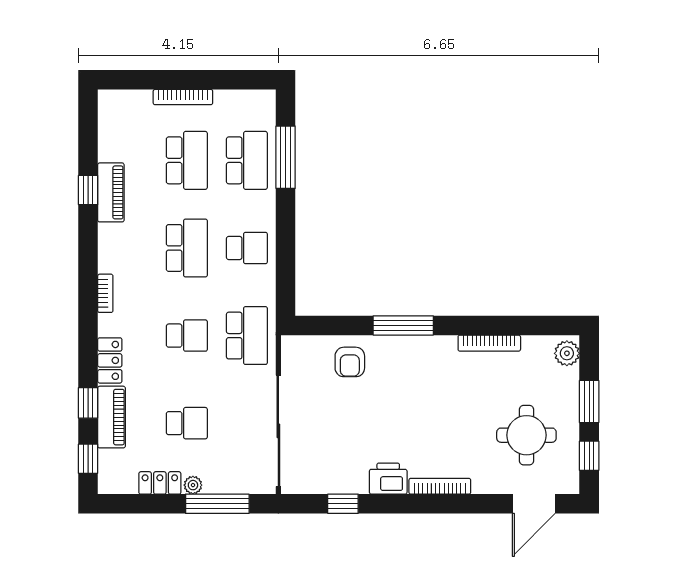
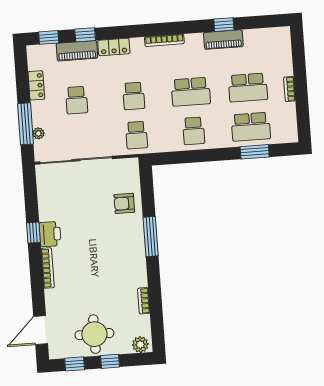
bookcase: (183, 97) -> (289, 89), width x0.64
window: (286, 157) -> (255, 152), width x0.69
bookcase: (105, 293) -> (164, 40), width x1.56
school desk: (247, 336) -> (137, 135), width x0.54
bookcase: (489, 343) -> (144, 301), width x0.64
window: (589, 401) -> (110, 361), width x0.67
round table: (526, 435) -> (94, 334), moved
plant: (193, 485) -> (38, 133), moved
window: (343, 504) -> (33, 233), moved
door: (534, 504) -> (41, 330), hinge flipped

